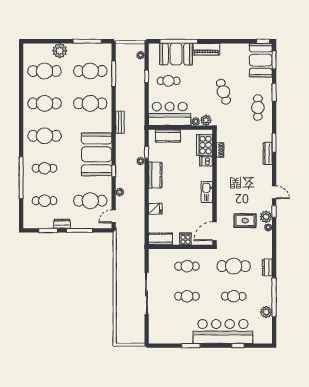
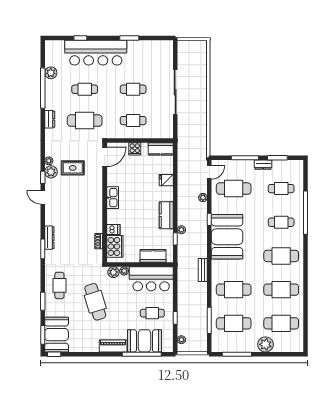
cafe table: (223, 92) -> (95, 302), width x1.37, depth x1.35

